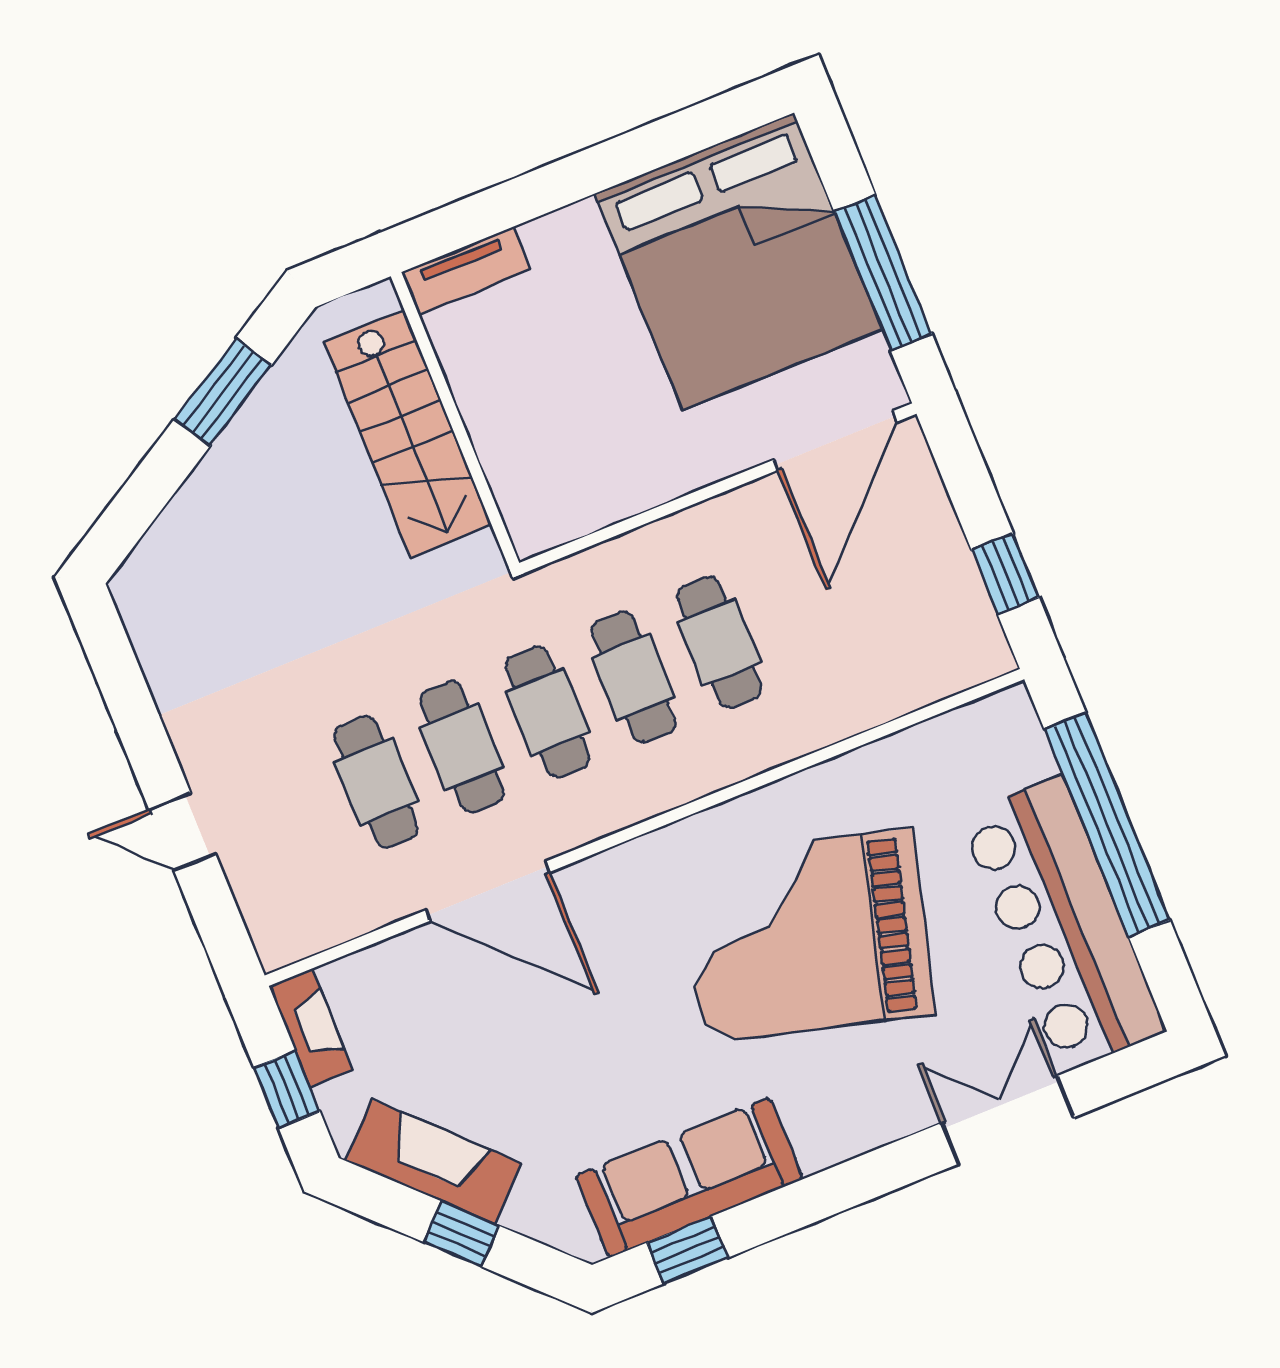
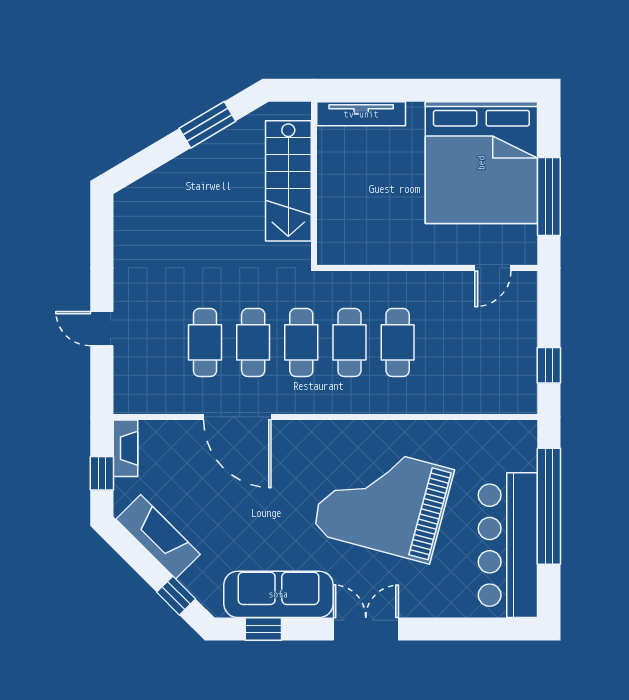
tv unit: (466, 271) -> (361, 114), width x1.41
door: (835, 441) -> (493, 268), width x0.53
double door: (1008, 1120) -> (366, 629), moved
window: (461, 1234) -> (176, 596), moved

